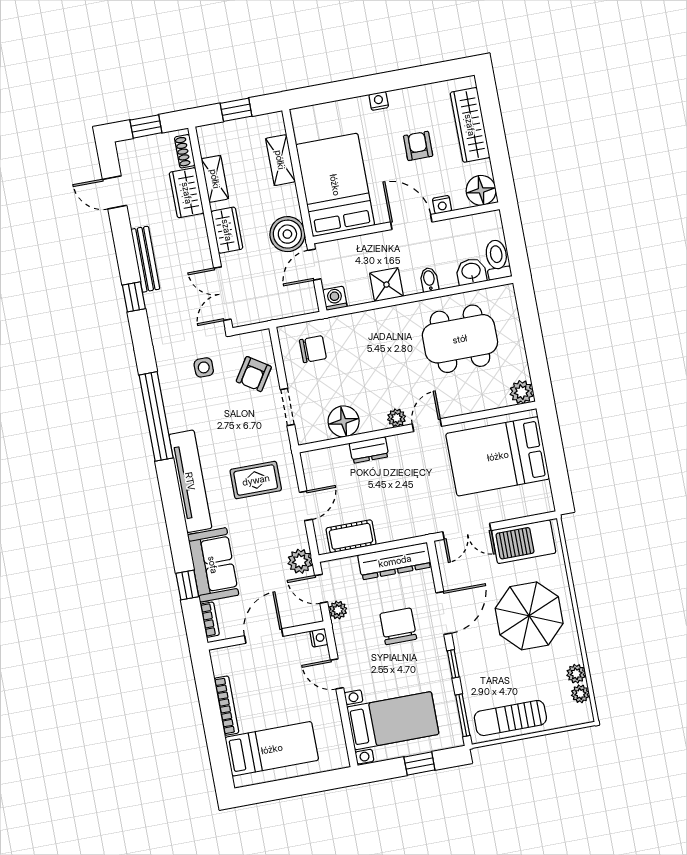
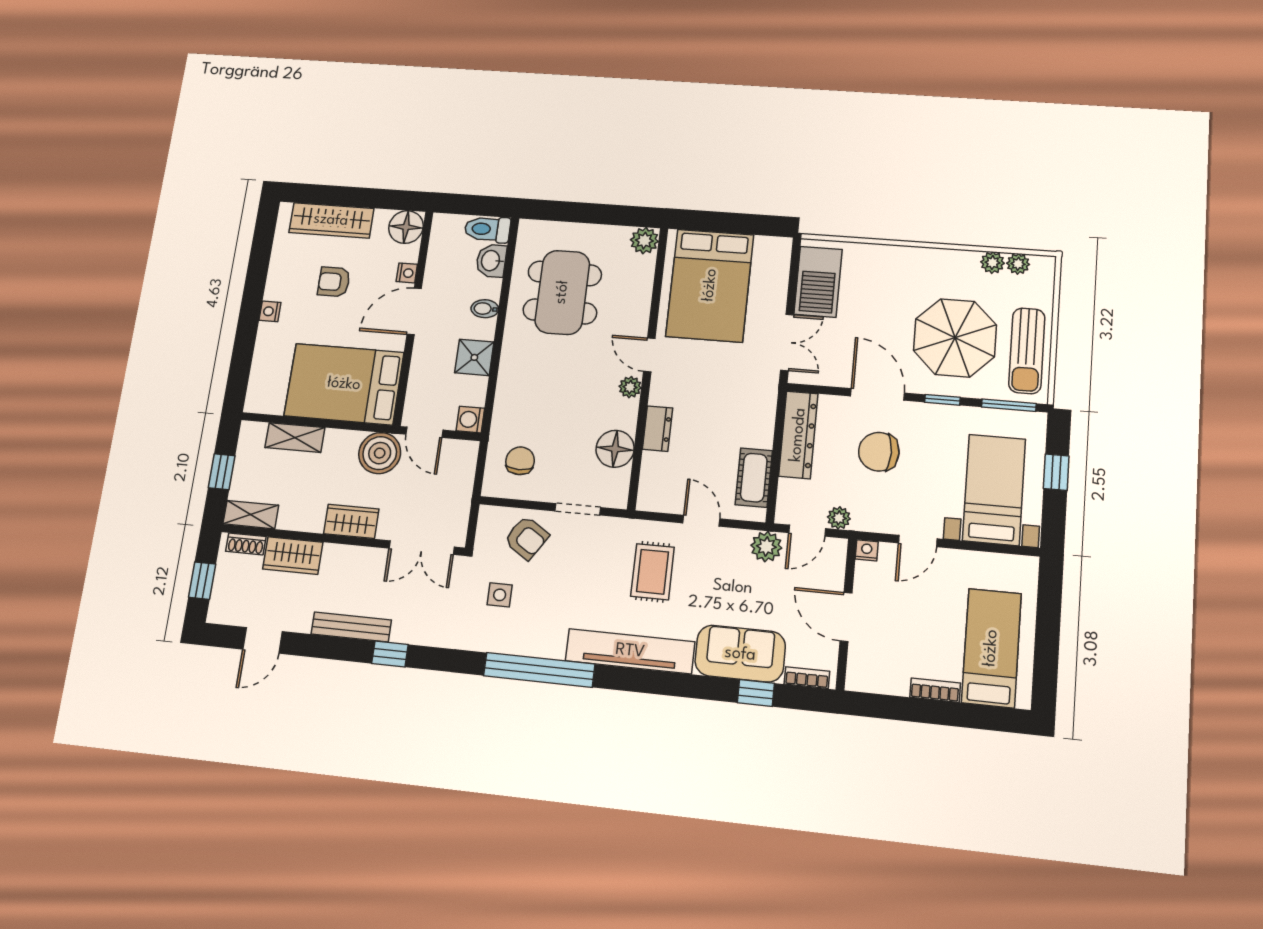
shelving: (215, 179) -> (251, 515), moved
parasol: (529, 616) -> (955, 338), moved
bookcase: (226, 706) -> (935, 690), width x0.64

